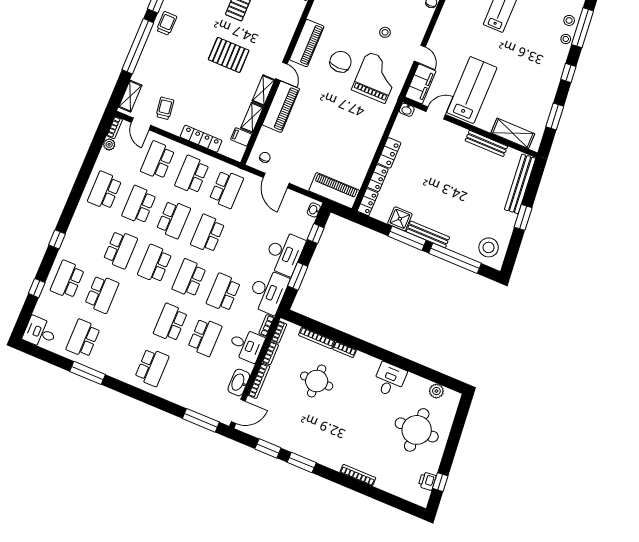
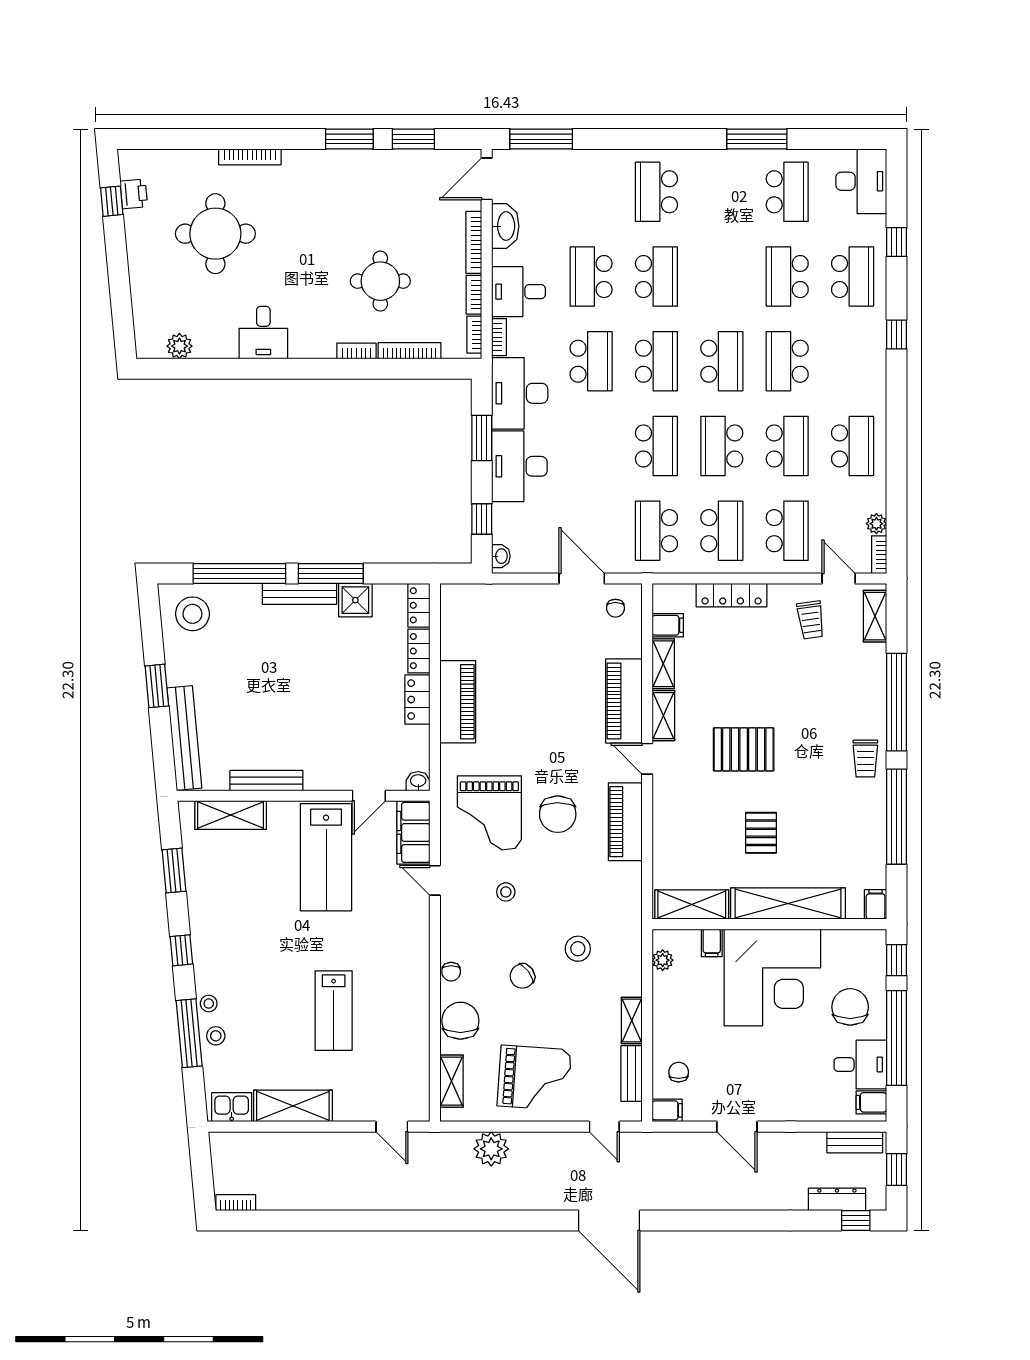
piano: (334, 191) -> (458, 702), moved, turned -90
desk: (40, 332) -> (861, 181), width x1.37
round table: (417, 430) -> (215, 234), moved

